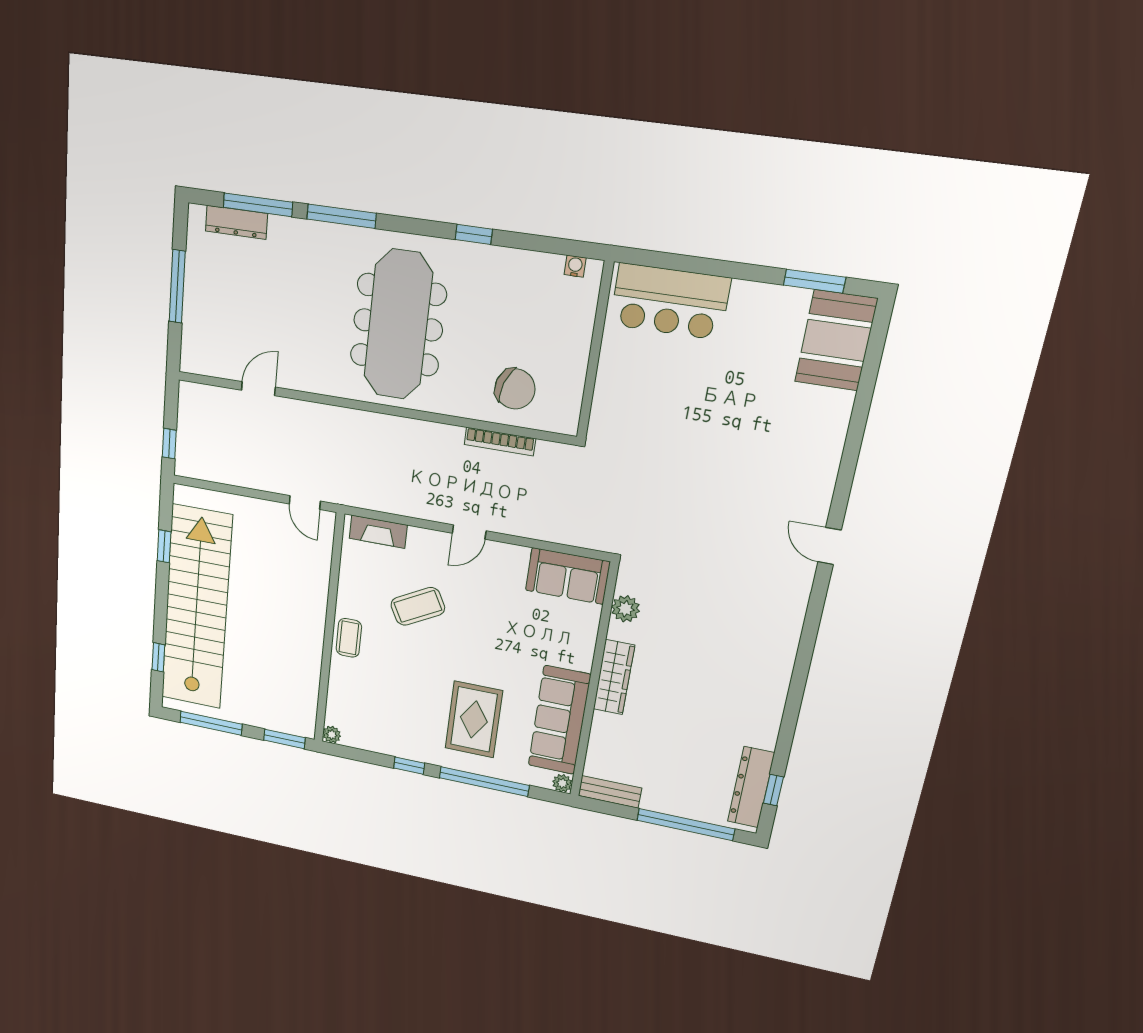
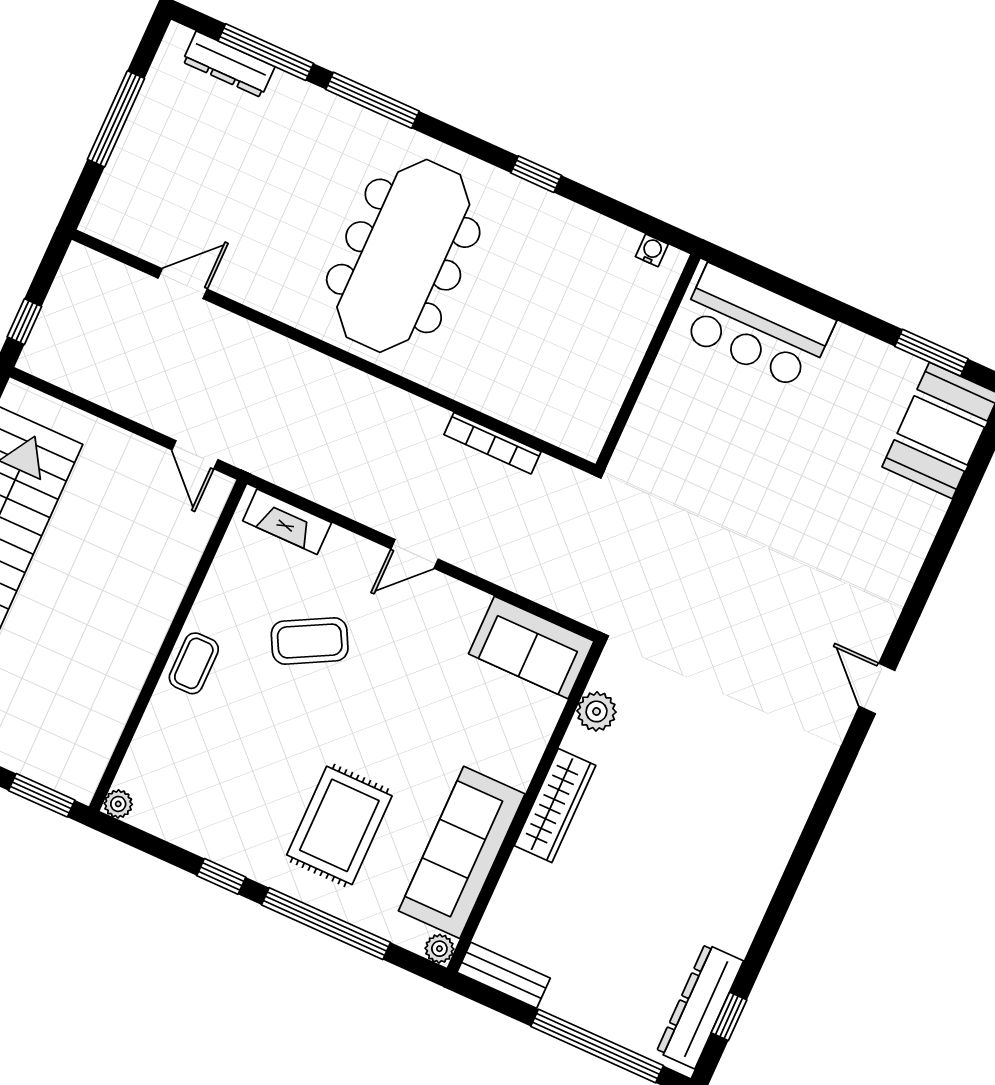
chair: (515, 389) -> (532, 380), removed

